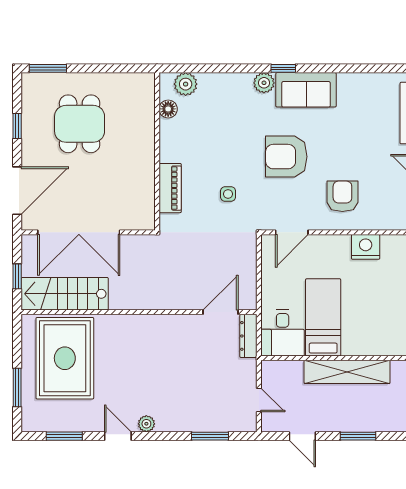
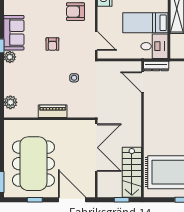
floor lamp: (168, 109) -> (25, 112), removed
dining table: (80, 124) -> (33, 164), width x1.88, depth x1.24
armchair: (286, 157) -> (52, 44), width x0.53, depth x0.53
piano: (170, 188) -> (53, 111), moved
double door: (79, 232) -> (96, 148), moved

